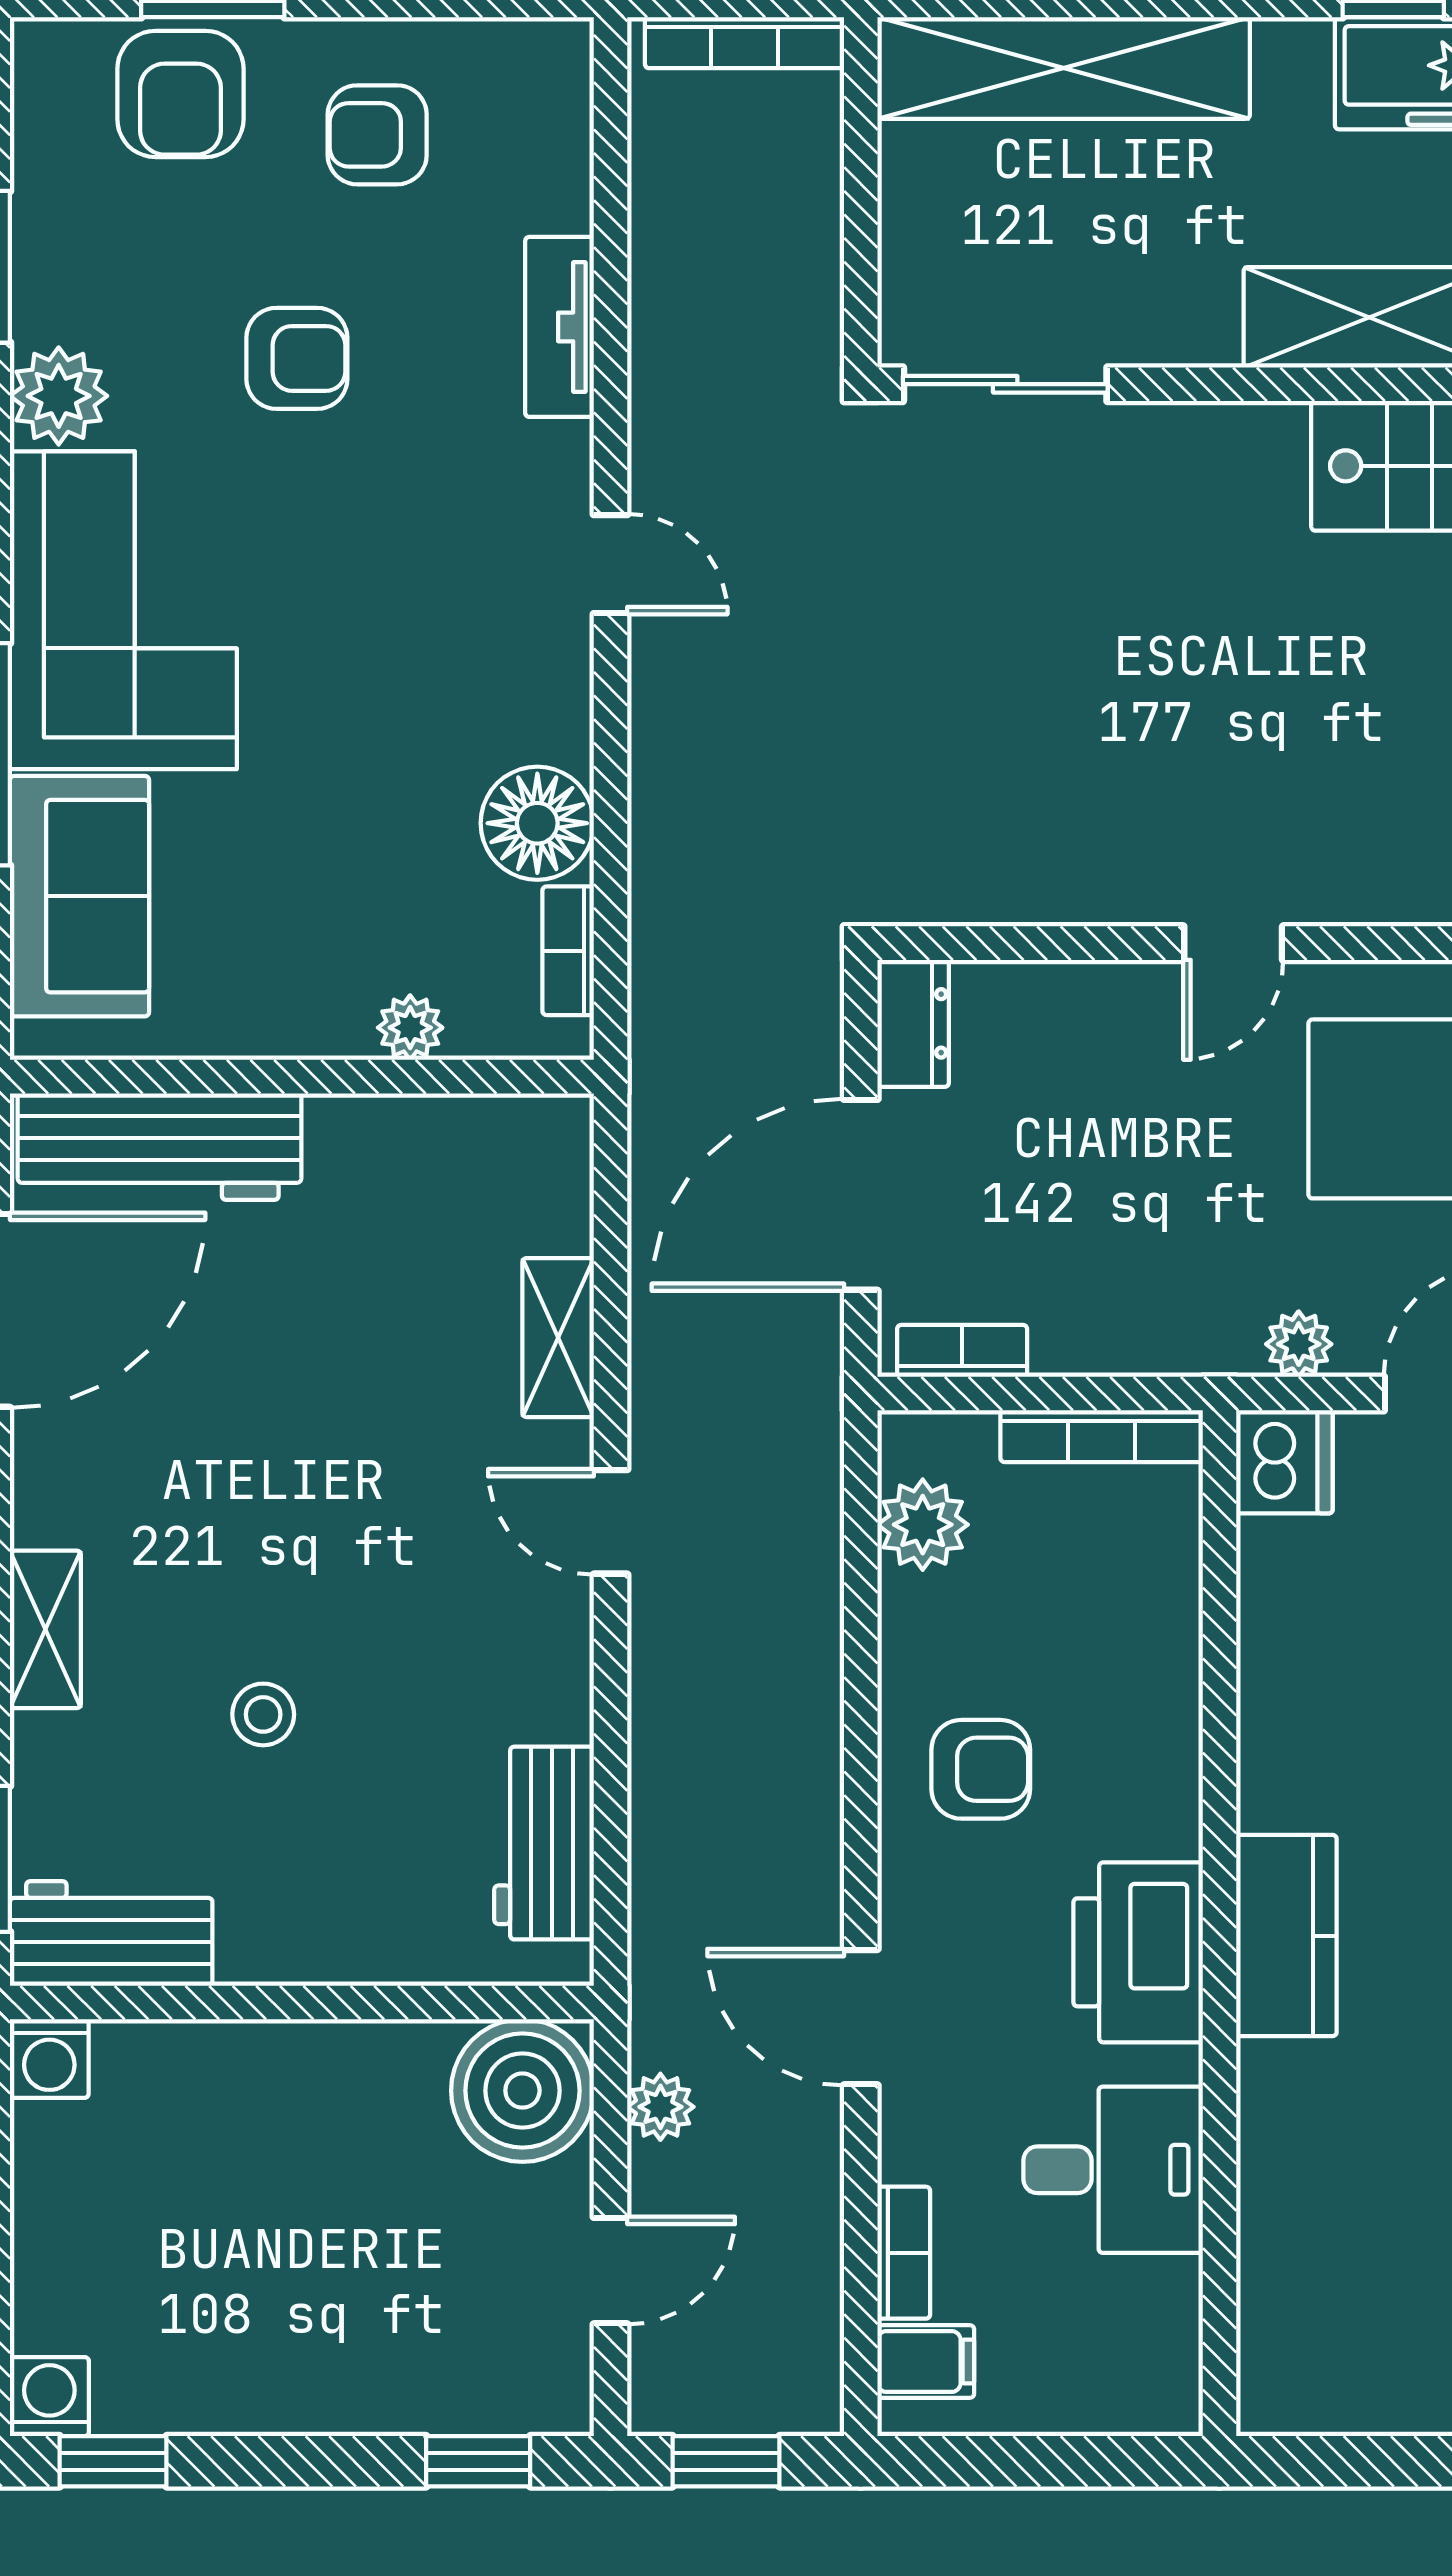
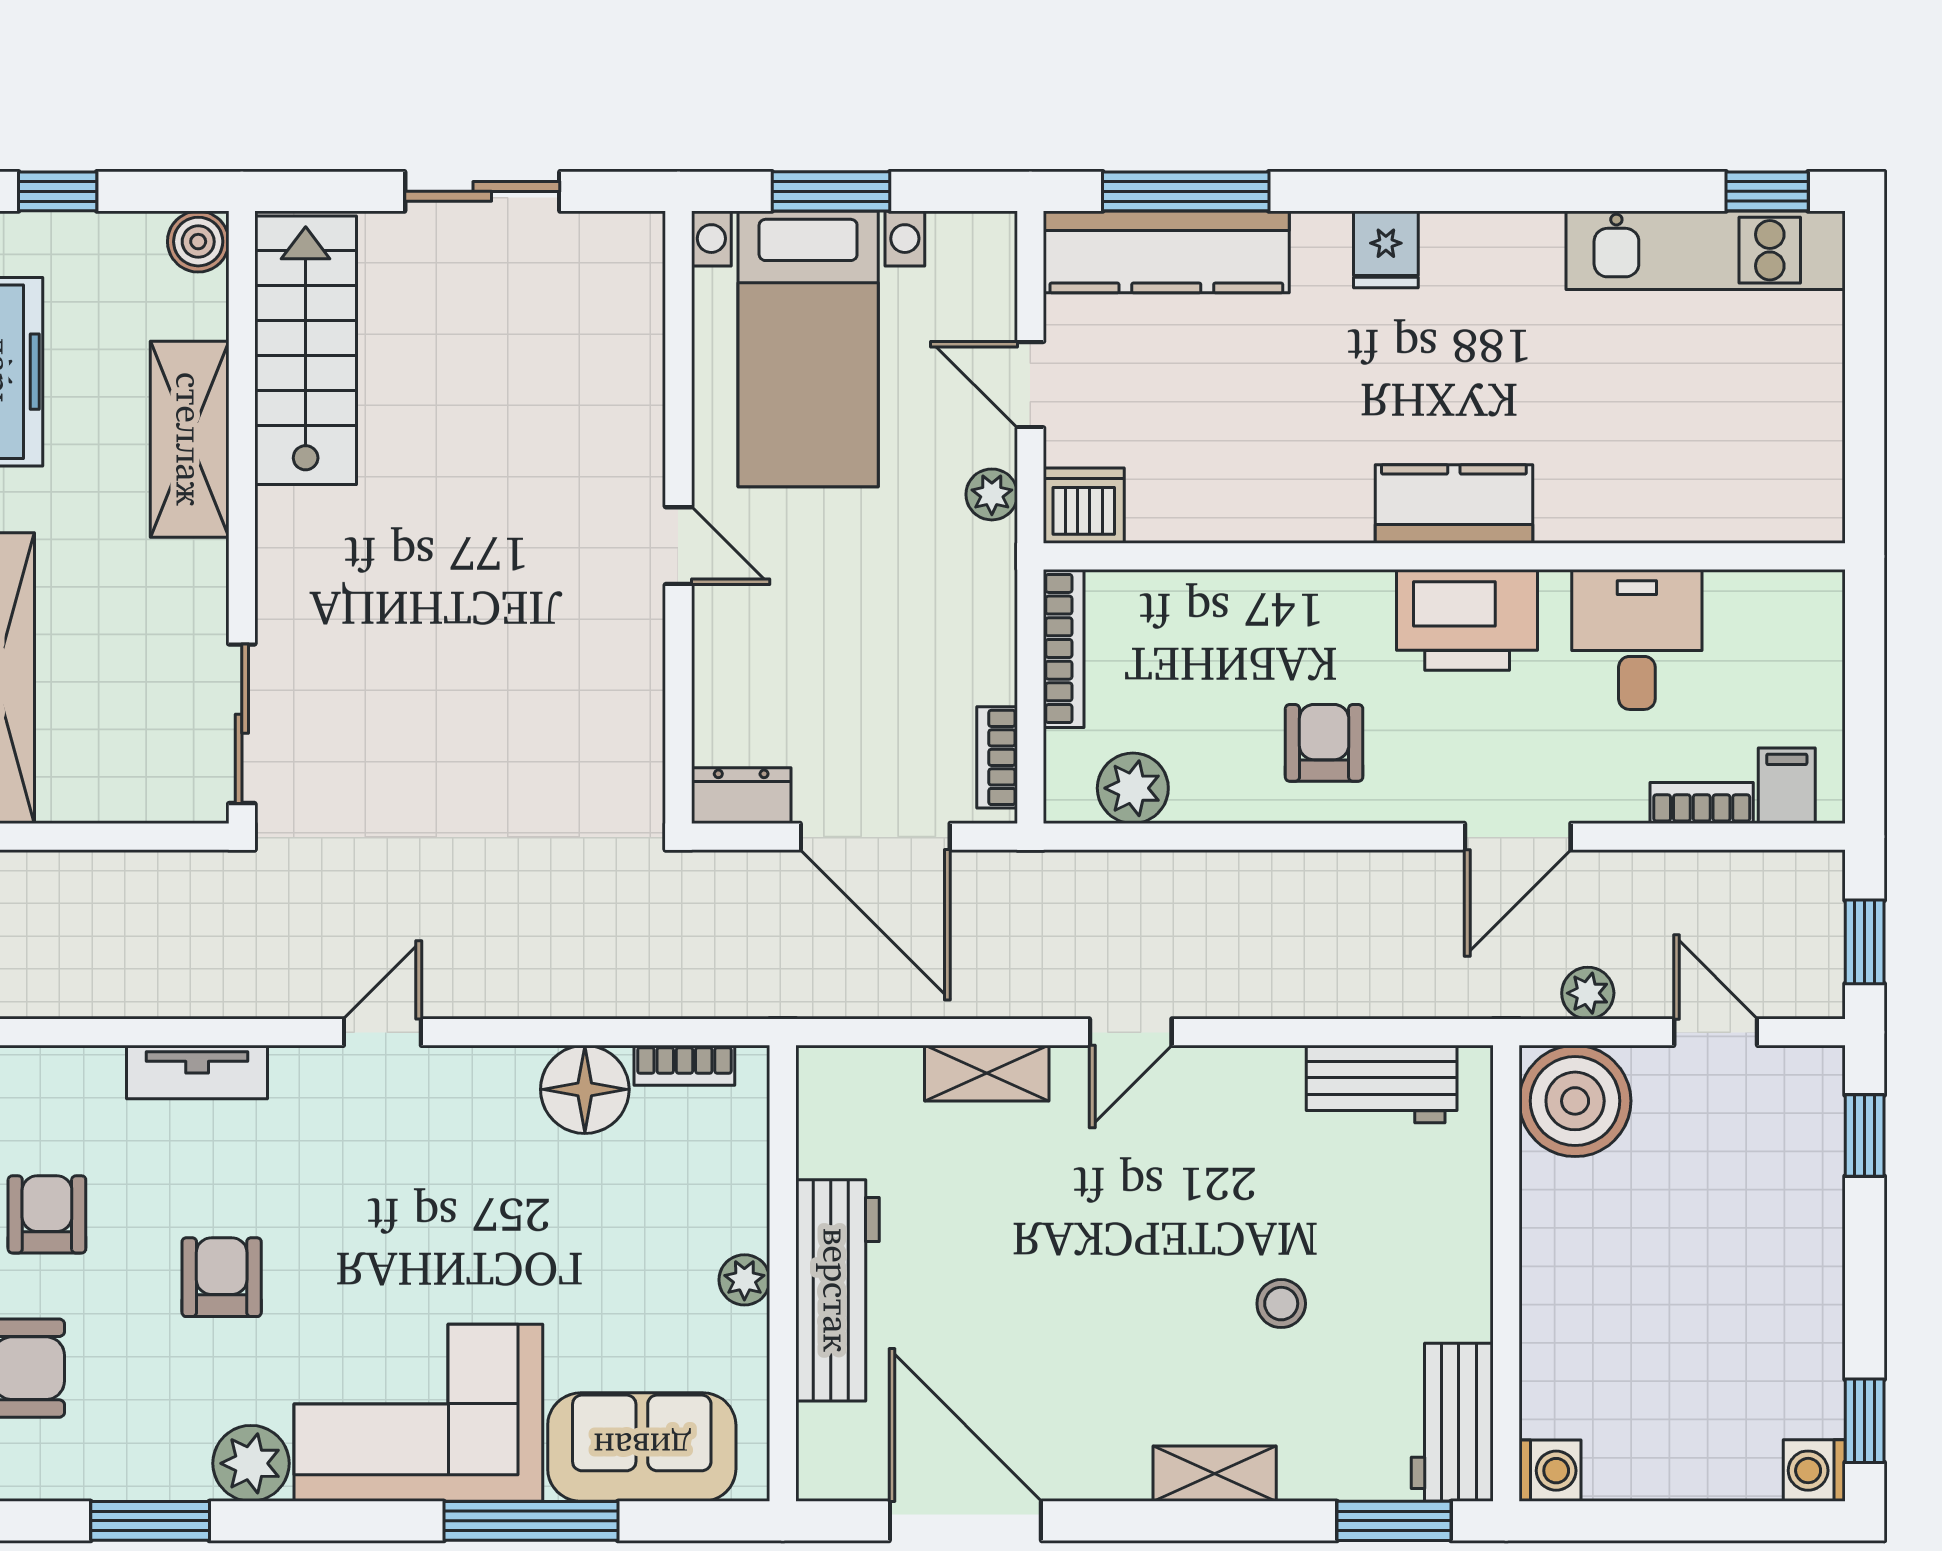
armchair: (377, 135) -> (47, 1214), turned 180
plant: (410, 1028) -> (744, 1280), moved
workbench: (159, 1147) -> (837, 1290), moved

